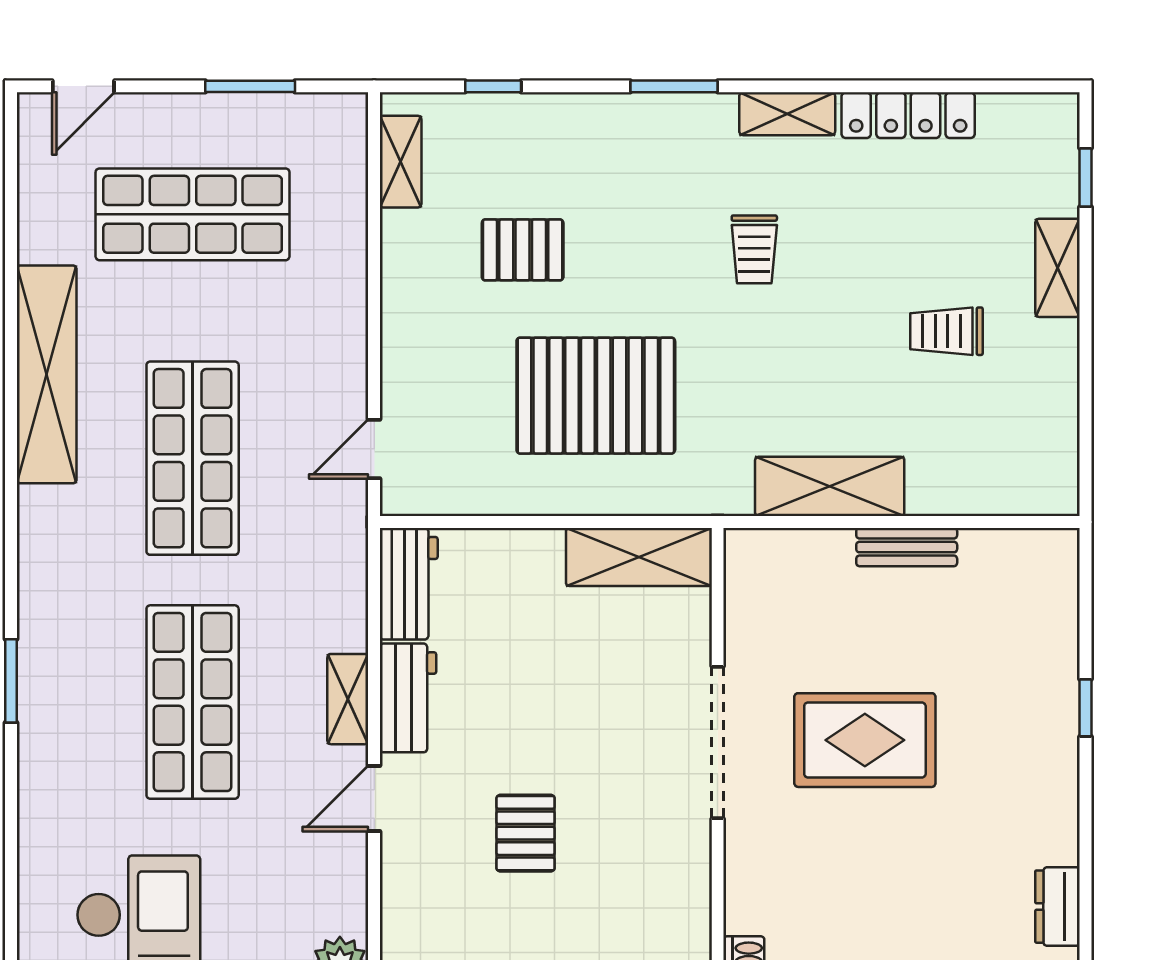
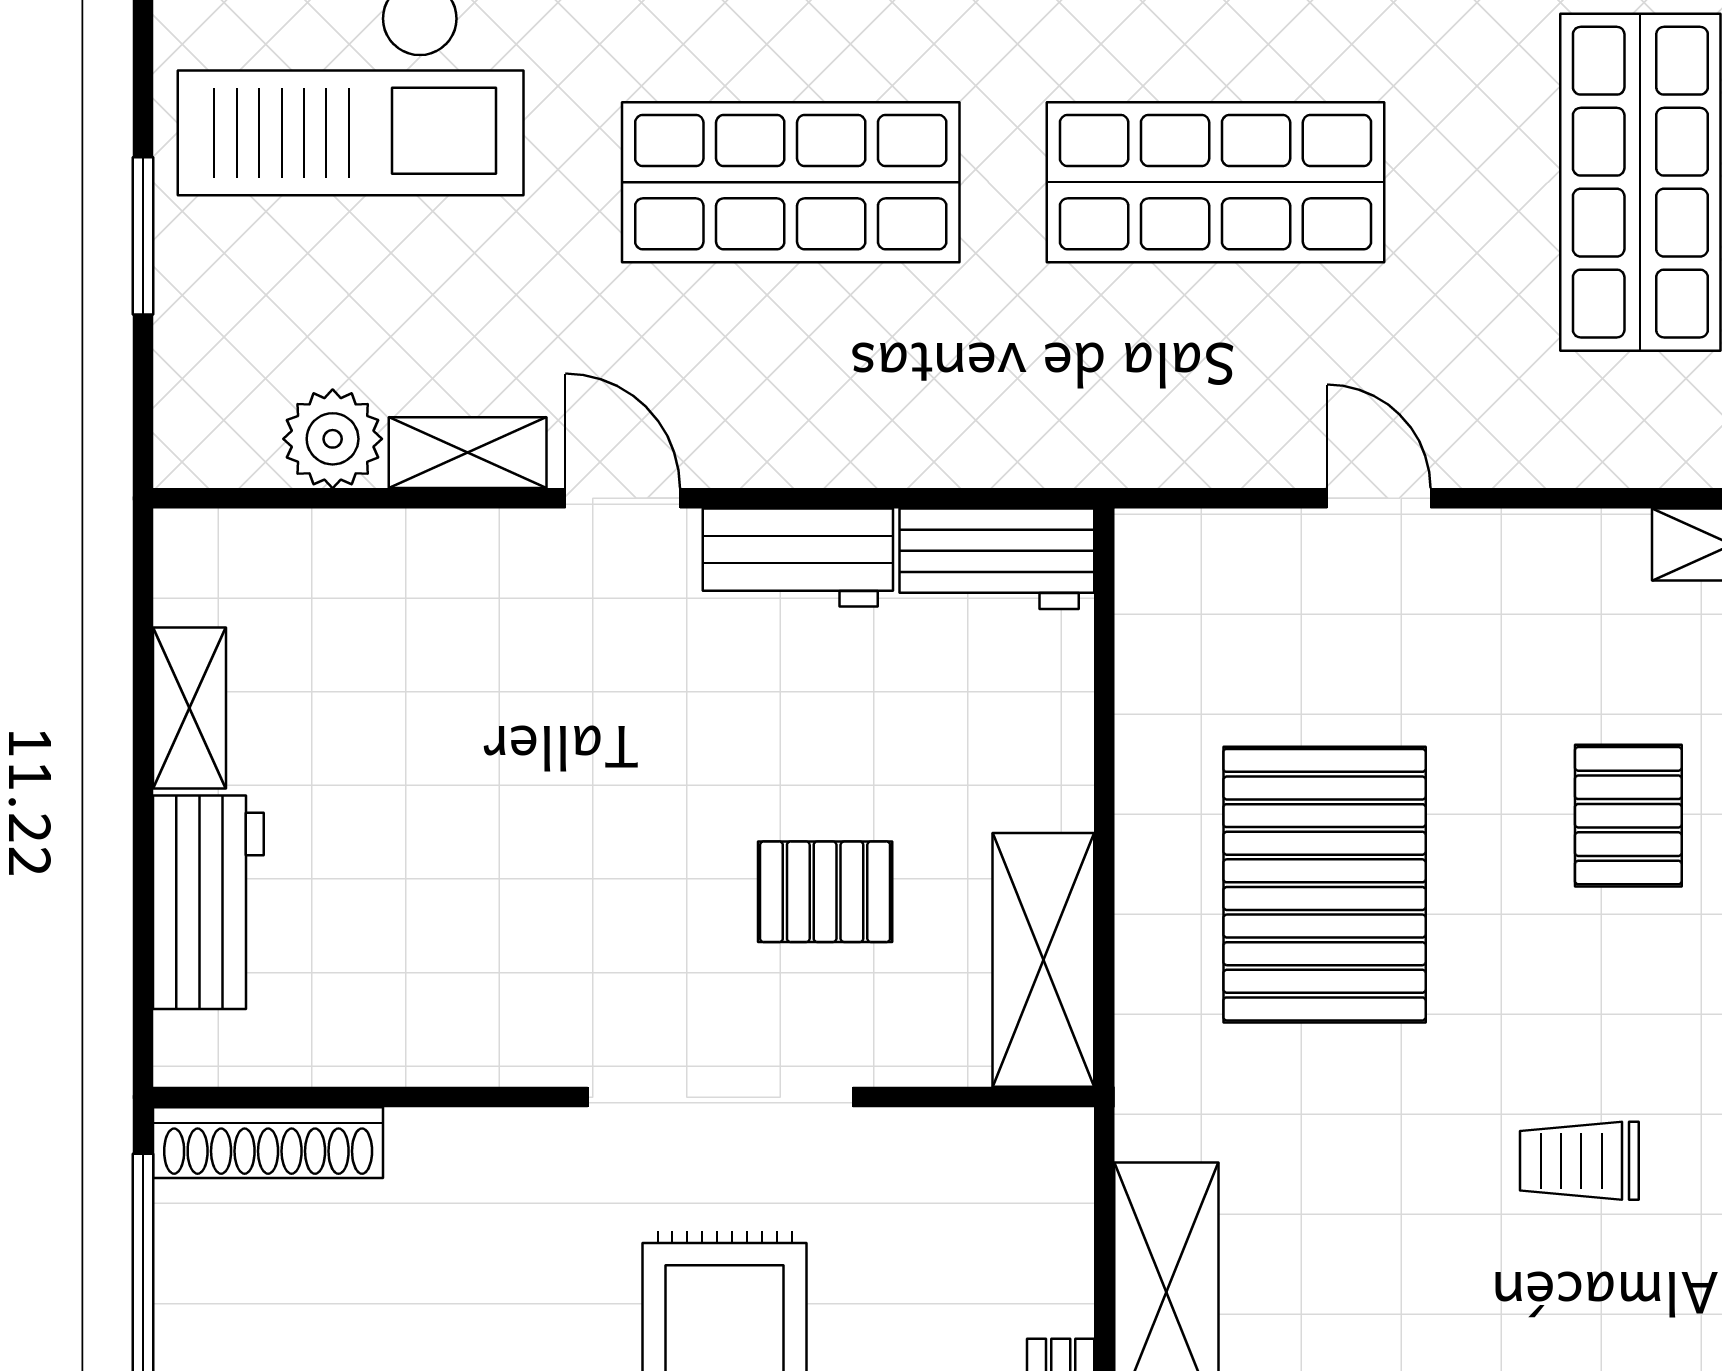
pallet: (523, 250) -> (1628, 816), moved
door: (374, 449) -> (1379, 498), moved
shelving: (348, 699) -> (468, 453), moved
pallet: (526, 833) -> (825, 892), moved

